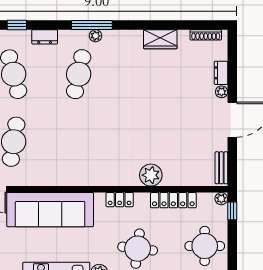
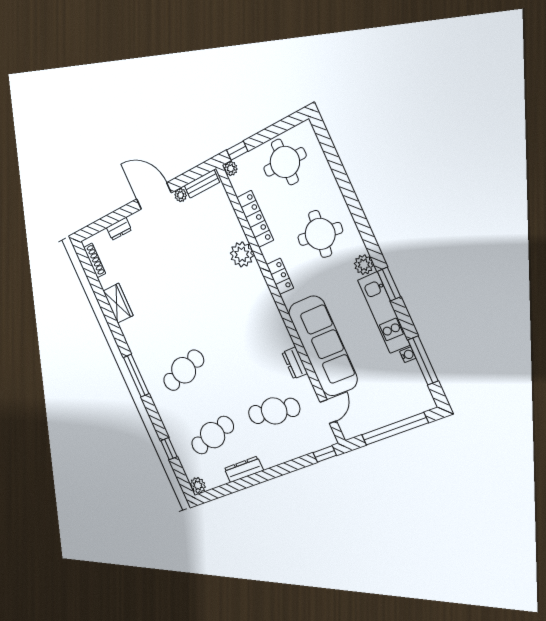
plant: (95, 36) -> (144, 368), removed
dresser: (45, 37) -> (295, 363), moved, turned 180
cafe table: (79, 74) -> (184, 370), turned -30
plant: (222, 92) -> (181, 195), moved

